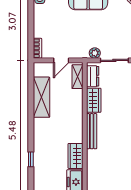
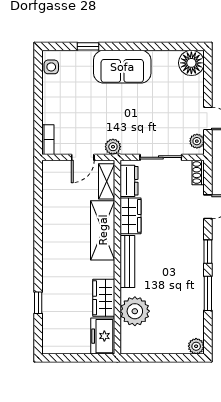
plant: (95, 53) -> (113, 147), moved
shelving: (41, 97) -> (103, 230), moved
plant: (97, 165) -> (135, 311), added

